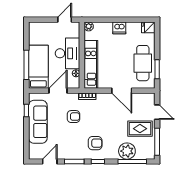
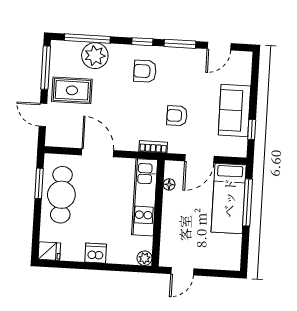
desk: (67, 53) -> (181, 217), removed
sofa: (38, 122) -> (234, 111), width x0.73

